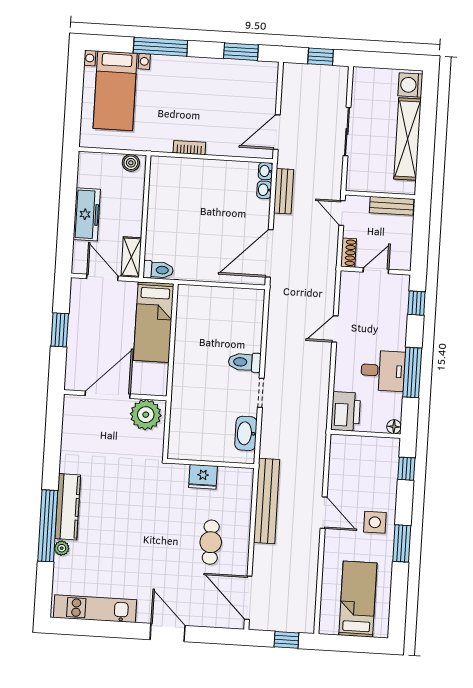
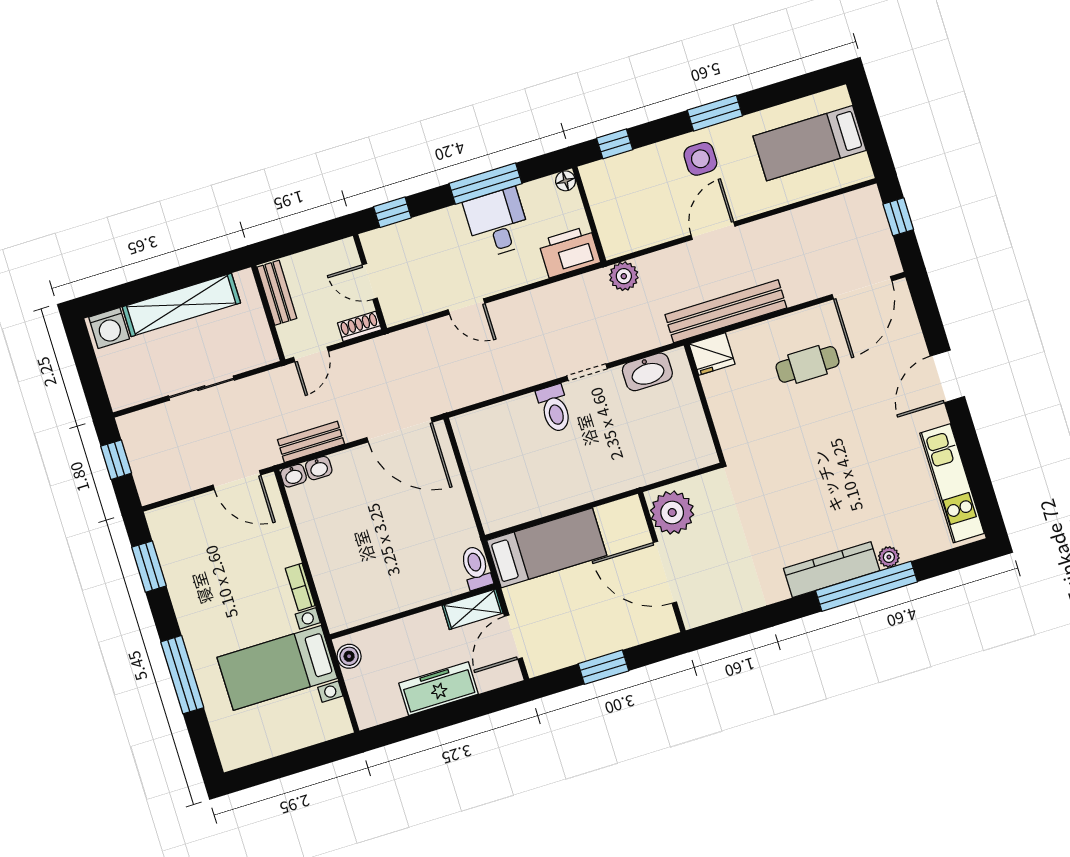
bed with nightstands: (115, 91) -> (277, 668), moved, turned 180
plant: (316, 442) -> (624, 276), added
fridge: (203, 477) -> (712, 354), moved, turned 90

